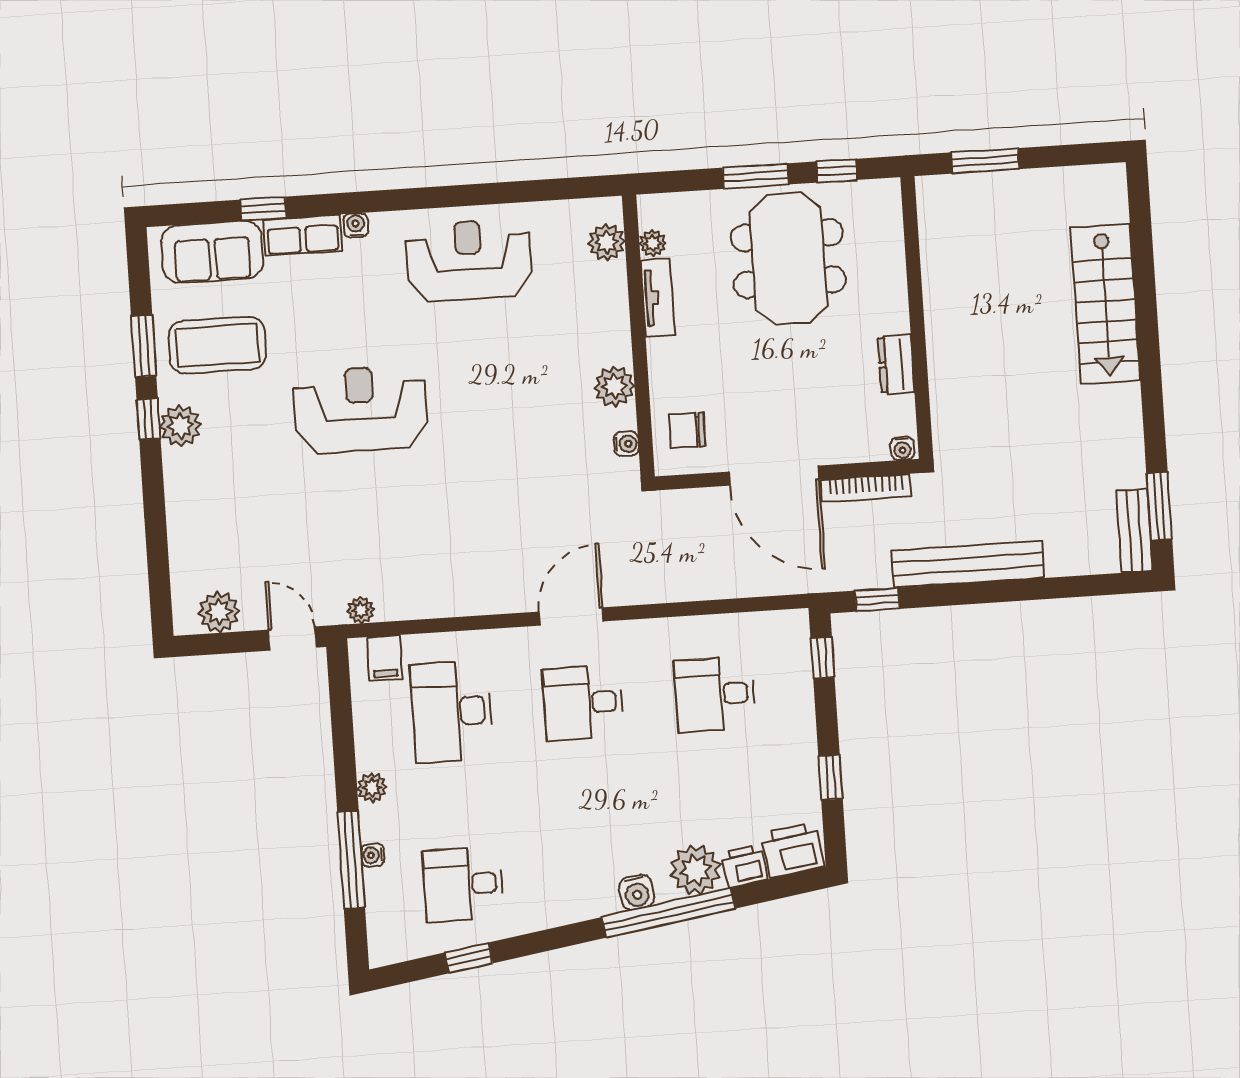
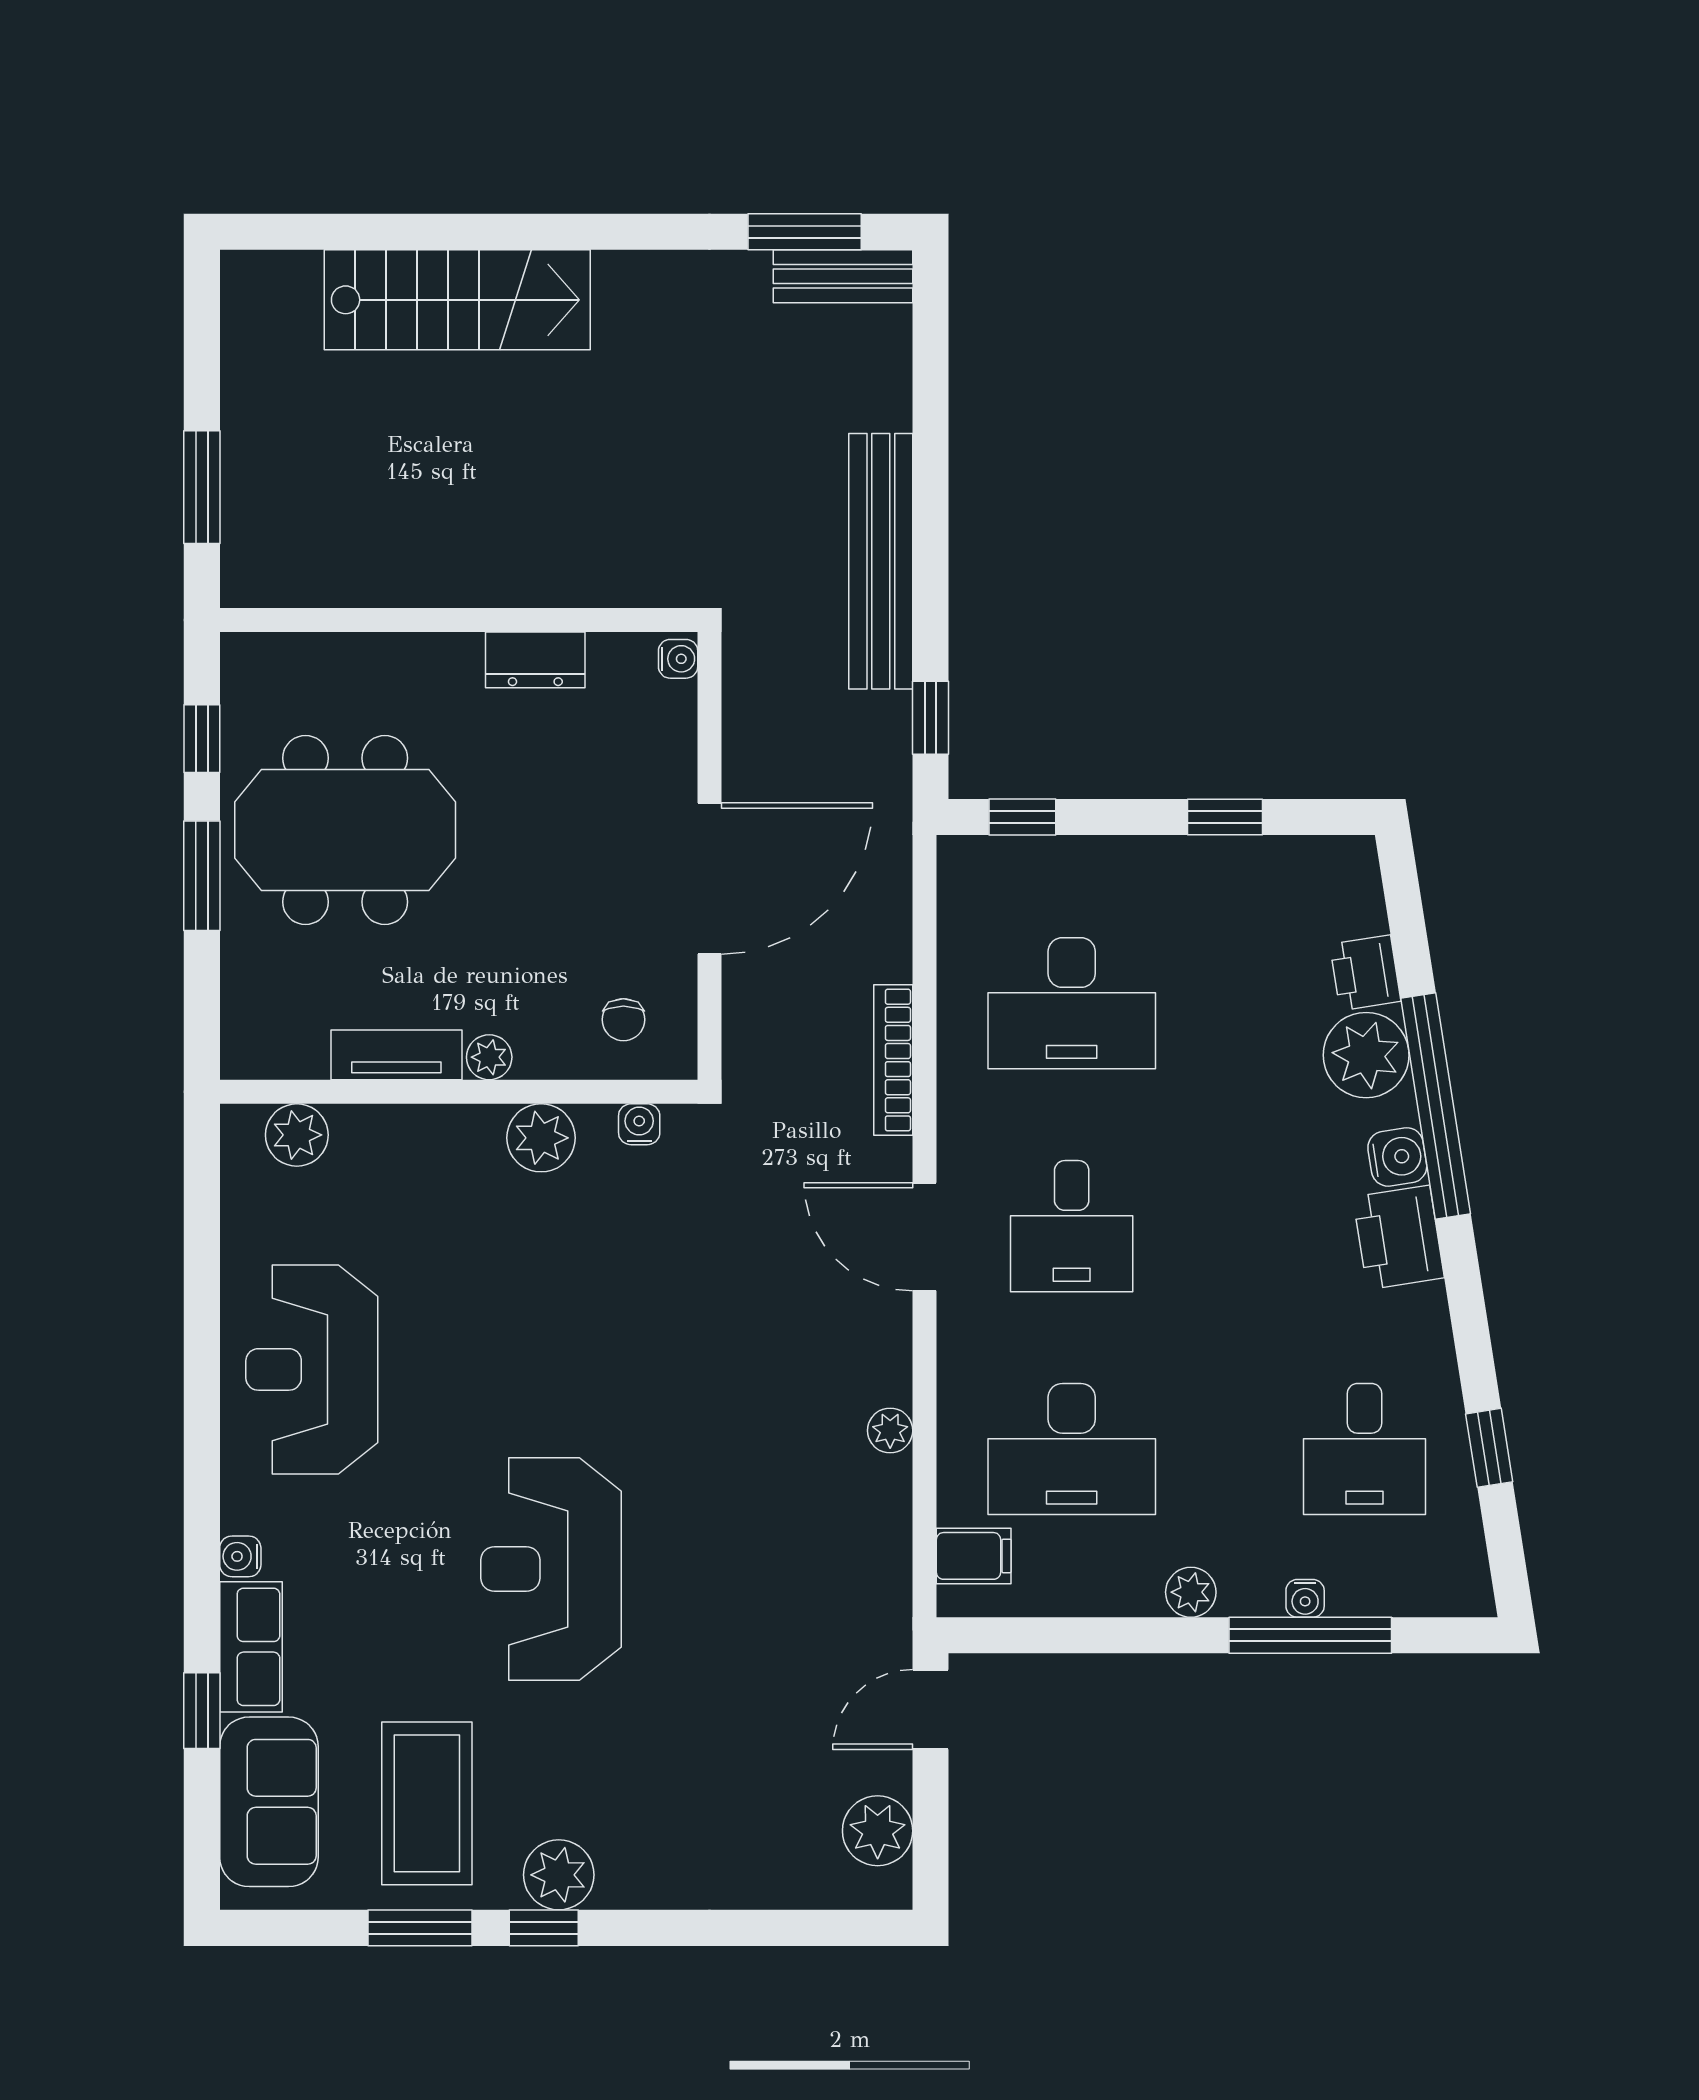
plant: (653, 243) -> (489, 1057), moved
chair: (687, 430) -> (623, 1020), width x0.73, depth x0.73
bookcase: (866, 488) -> (893, 1060), moved, turned 180
plant: (361, 610) -> (890, 1431), moved
desk: (715, 694) -> (1072, 1003), width x1.37
printer: (792, 850) -> (1399, 1237), moved

